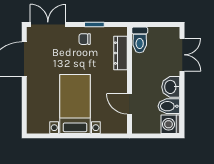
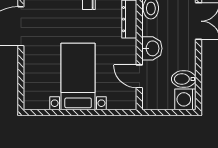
washbasin: (171, 87) -> (152, 48), moved, turned 180

